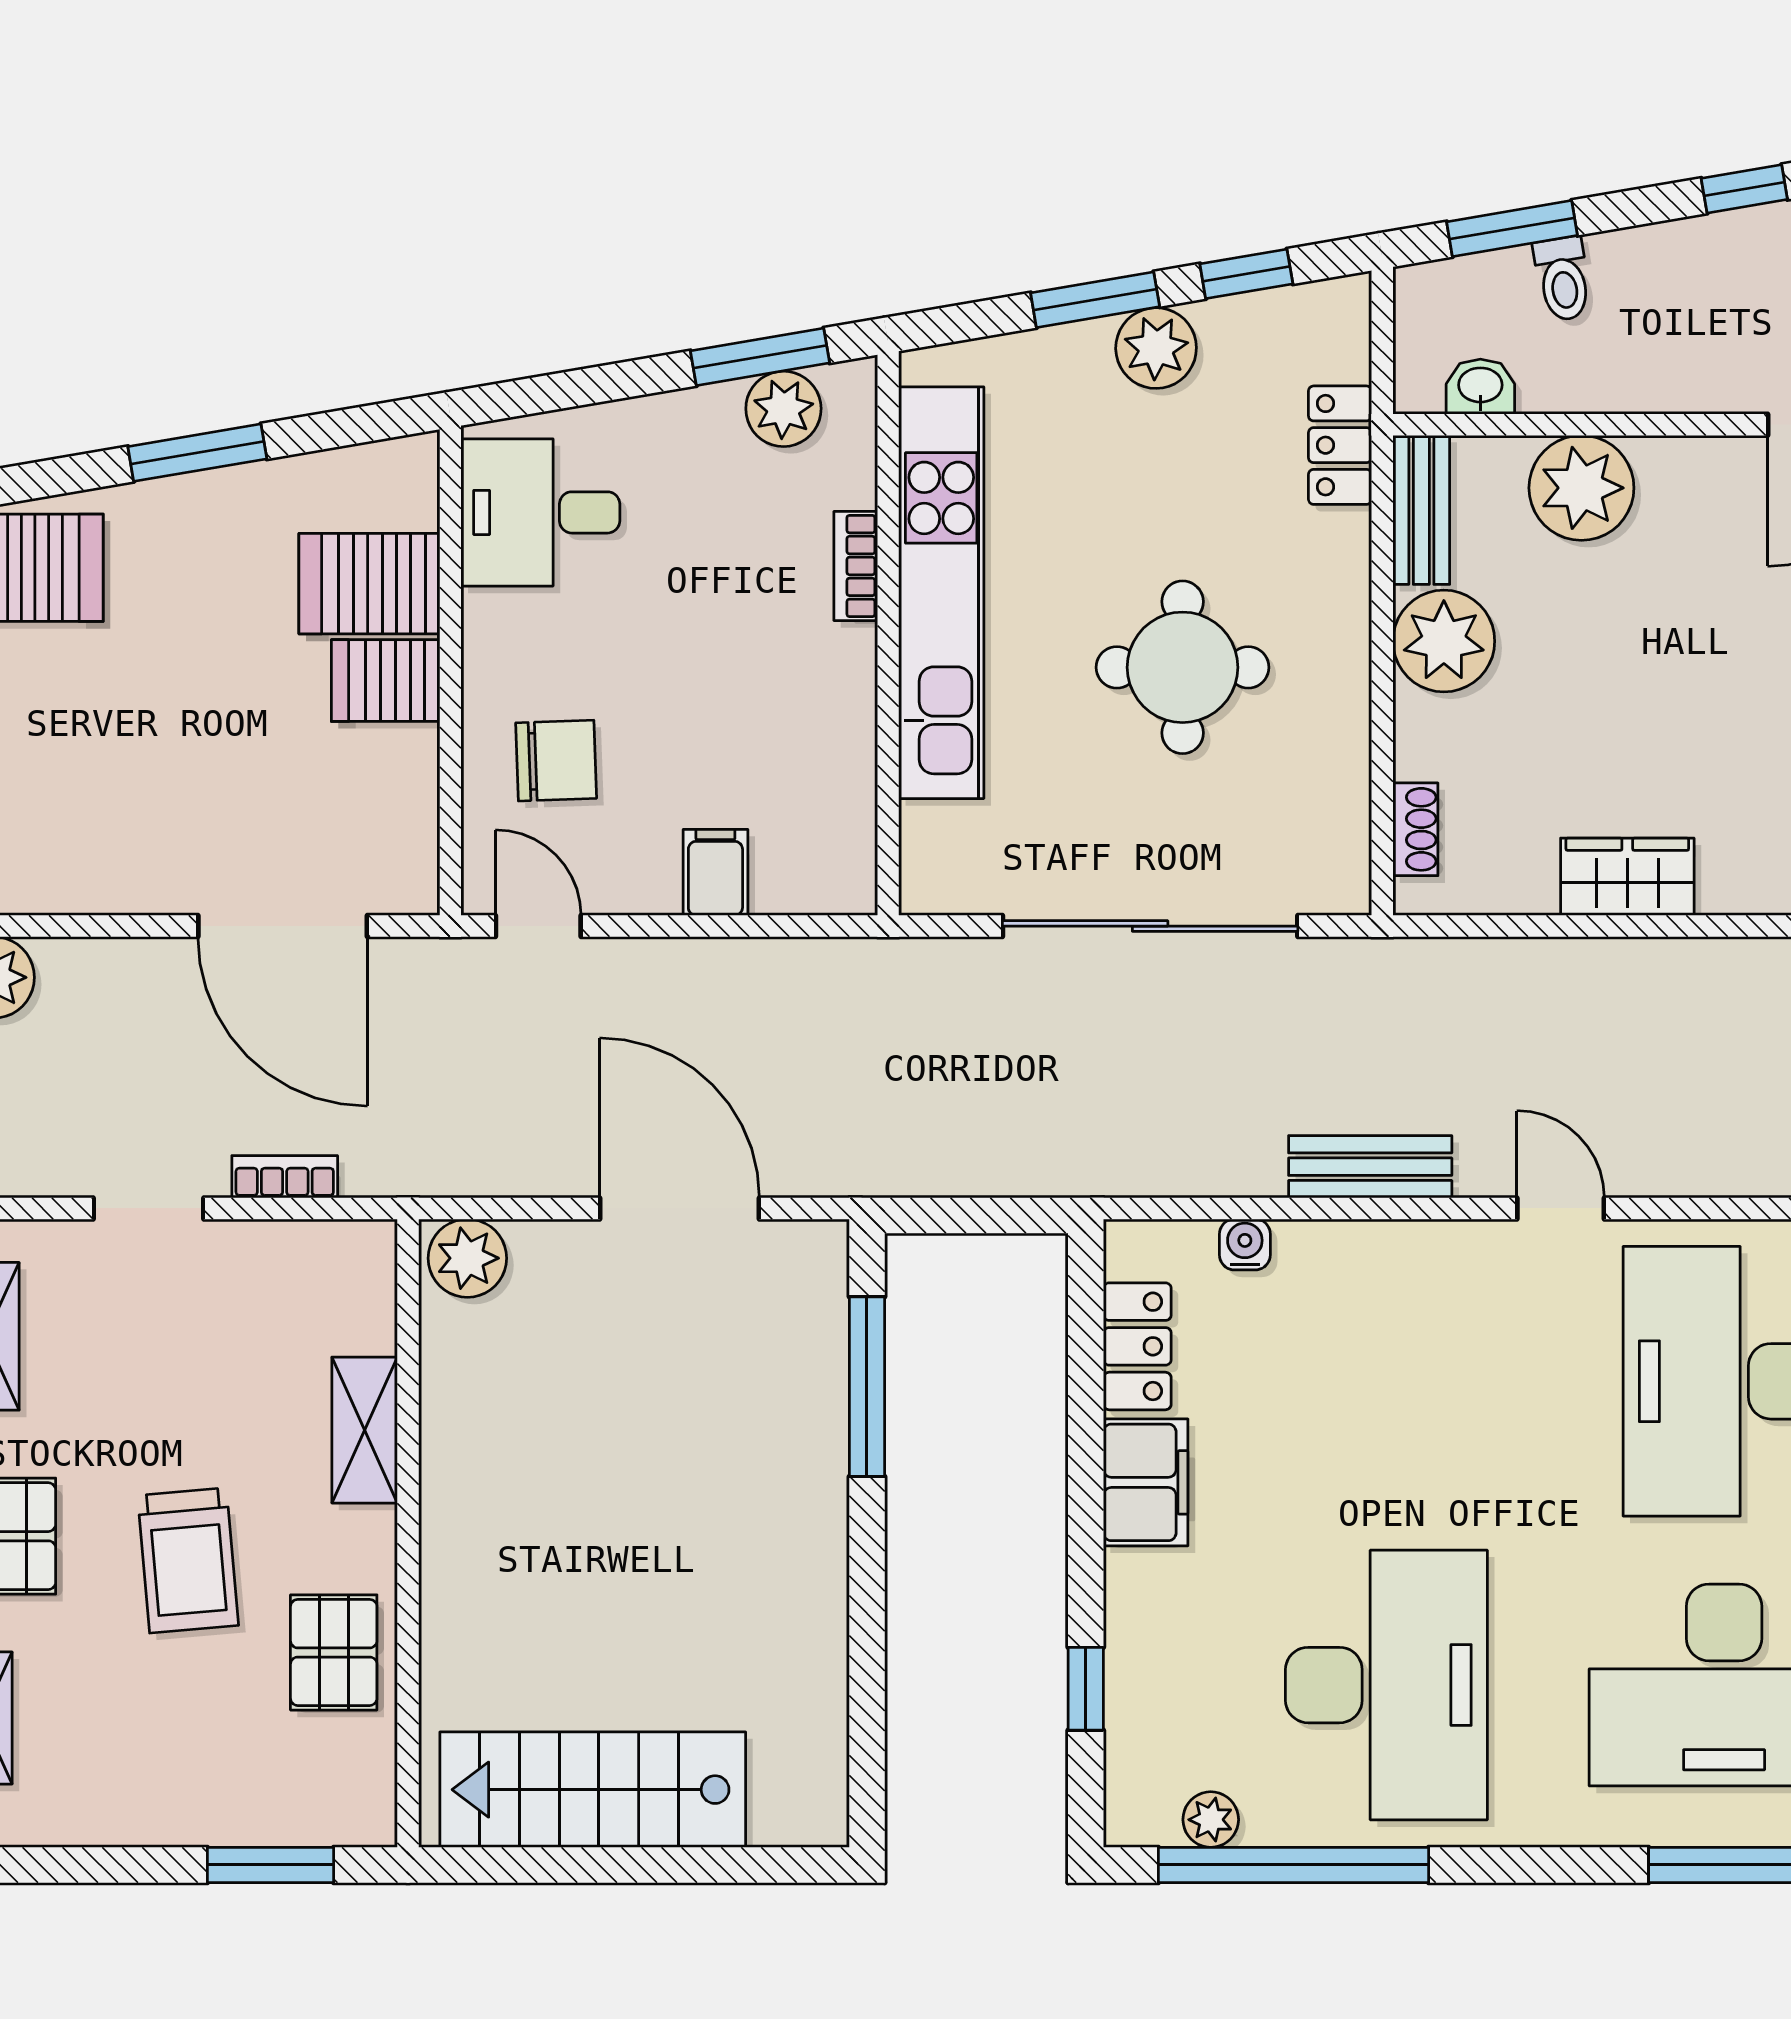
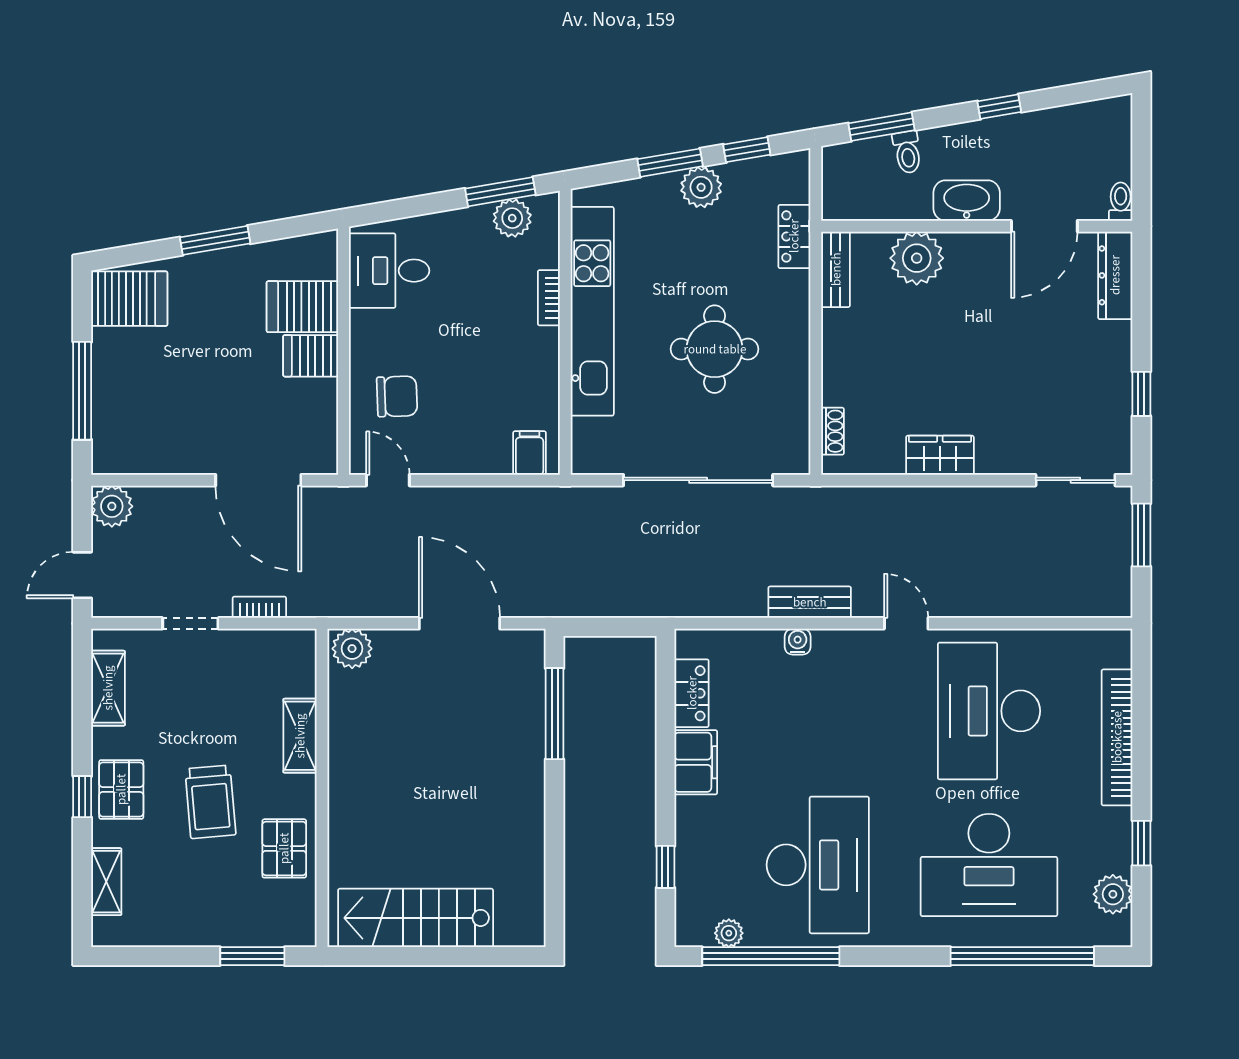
washbasin: (1480, 387) -> (967, 201), moved, width x1.91, depth x1.45
plant: (1444, 641) -> (847, 336), removed
filing cabinet: (715, 872) -> (530, 453), moved
water cooler: (1245, 1244) -> (798, 642), moved

